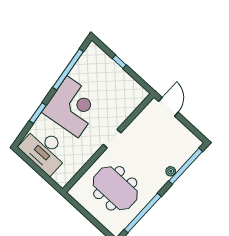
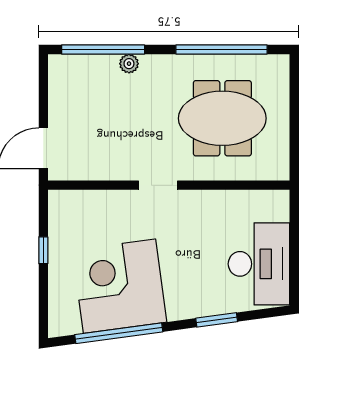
window: (119, 62) -> (43, 250), moved
corner desk: (72, 107) -> (119, 286), moved
meeting table: (115, 188) -> (222, 118), turned 90

